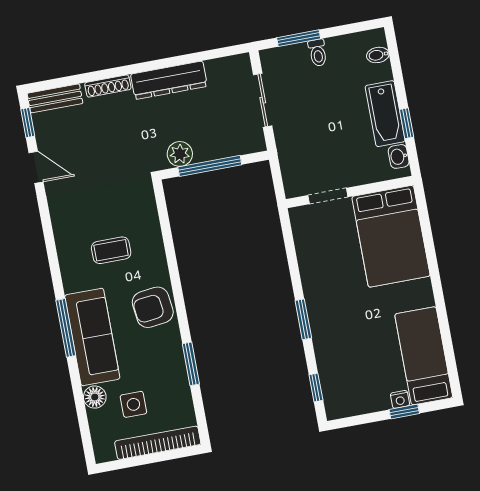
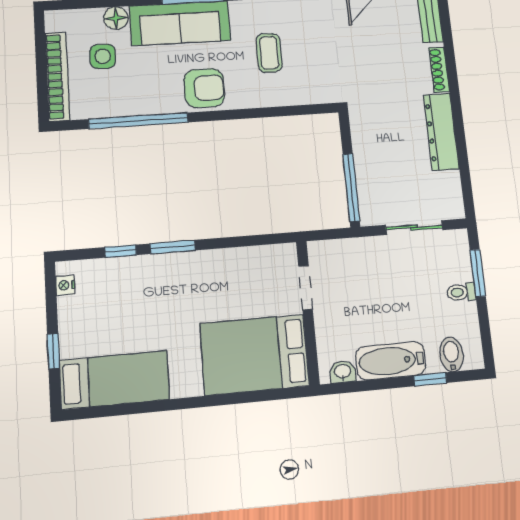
bidet: (378, 55) -> (451, 354), width x1.38, depth x1.36
window: (407, 123) -> (430, 379), moved
plant: (180, 154) -> (364, 134), removed
window: (210, 166) -> (351, 188), moved
armchair: (153, 307) -> (204, 88), turned 97
window: (191, 364) -> (139, 121), width x2.11
window: (316, 387) -> (121, 251), moved
nightstand: (400, 399) -> (65, 285), moved

